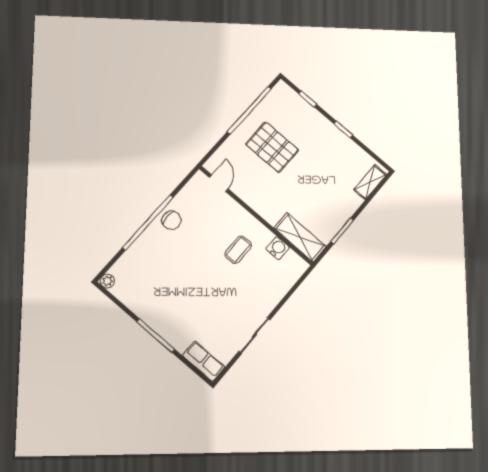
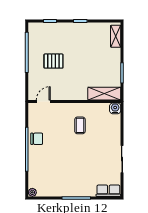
pallet: (272, 147) -> (53, 61), width x0.67, depth x0.71
door: (219, 183) -> (43, 102), hinge flipped
water cooler: (278, 248) -> (115, 108), moved

